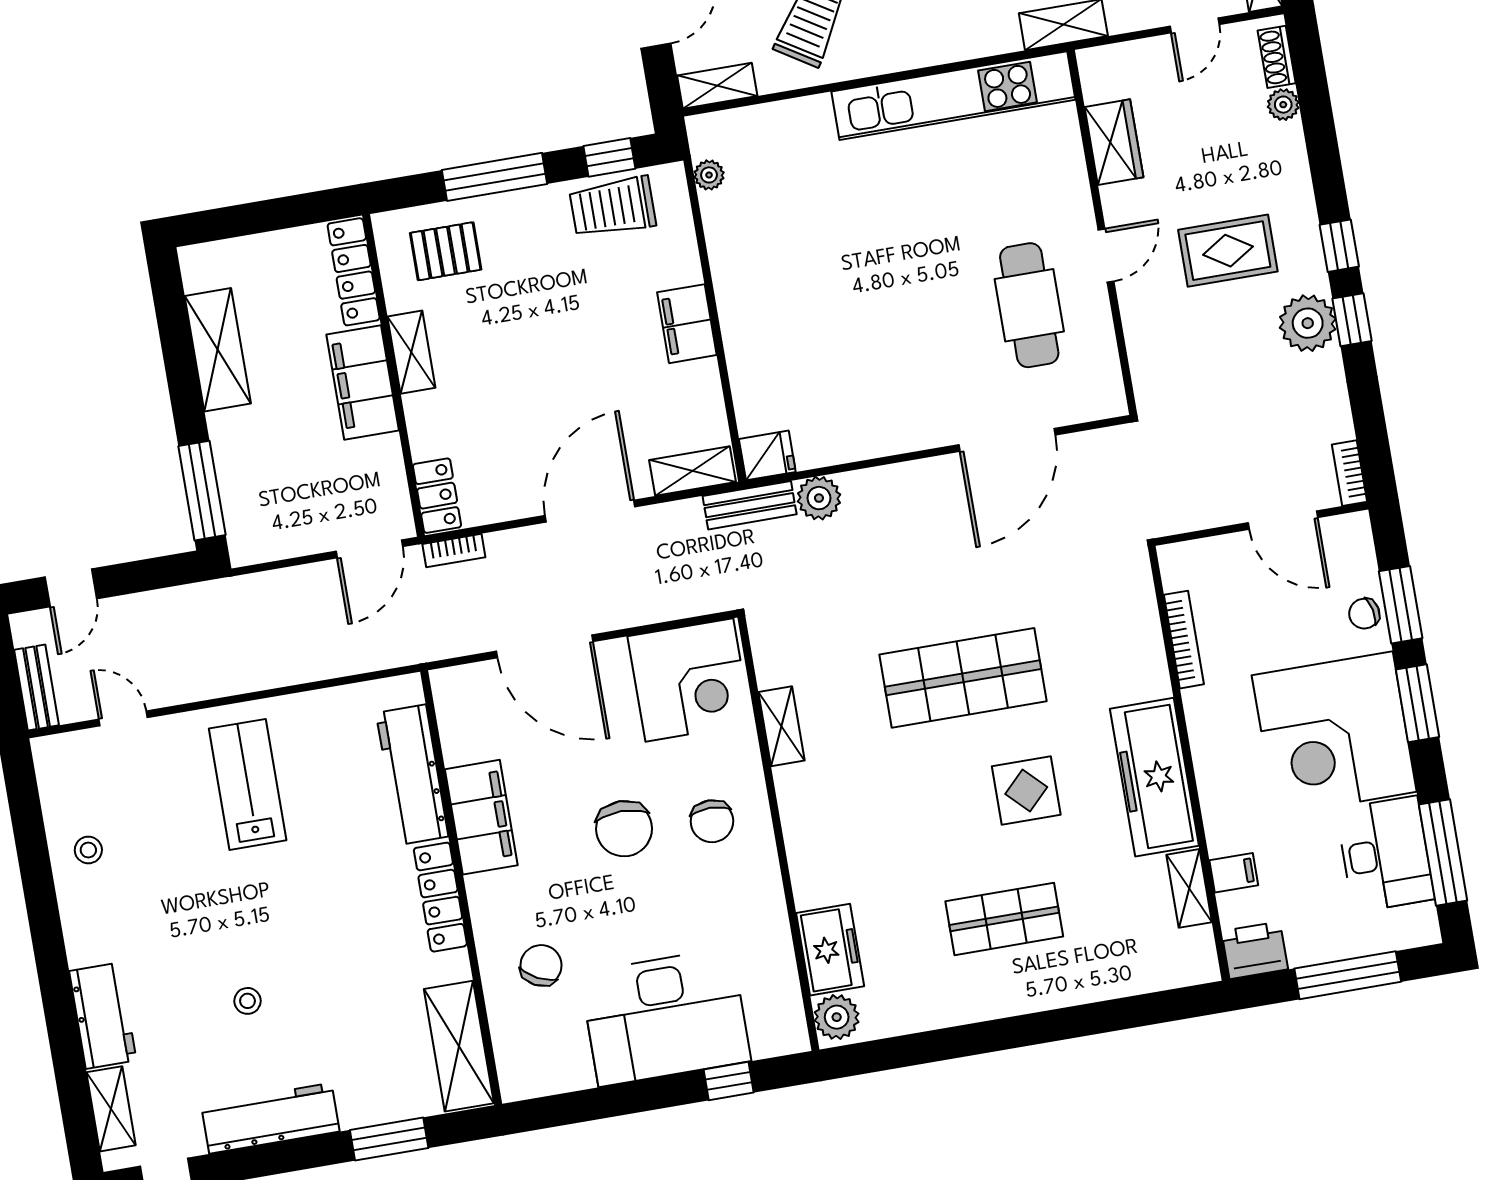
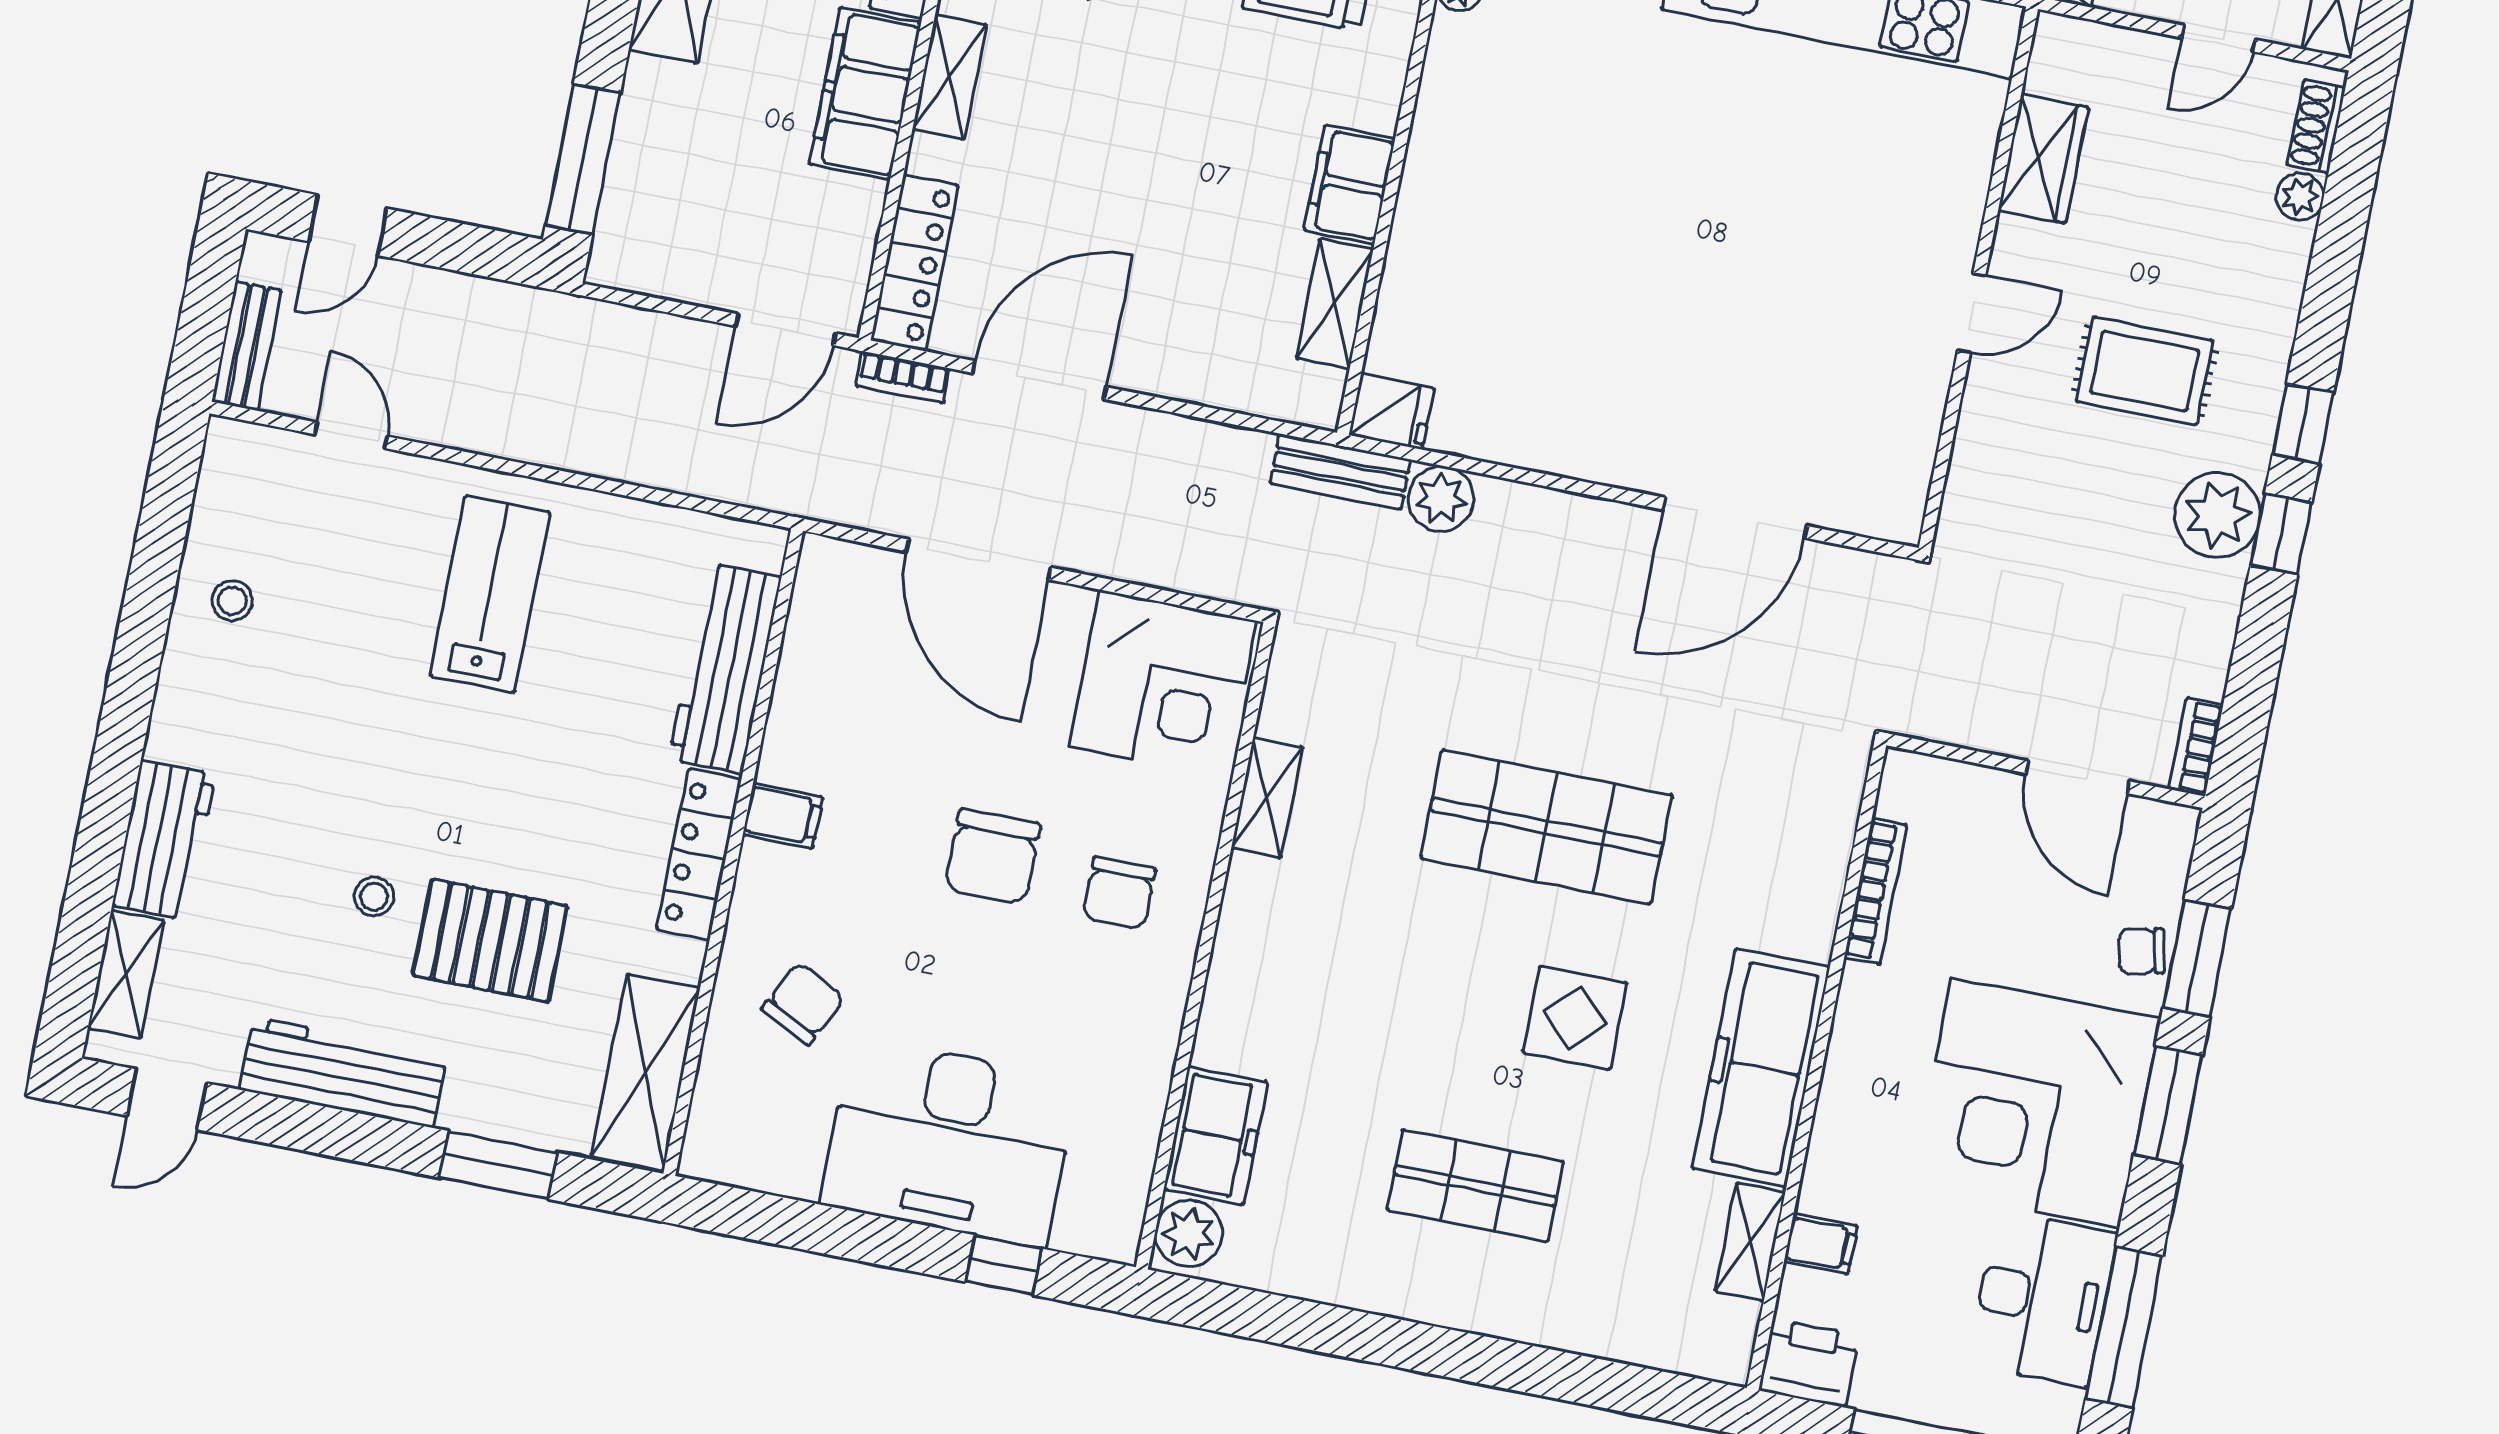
cafe table: (1029, 305) -> (1838, 341), removed
shelving: (692, 471) -> (1335, 304), moved, turned 90
locker: (437, 496) -> (914, 263), width x1.53
door: (590, 511) -> (1039, 380), moved
filing cabinet: (481, 817) -> (783, 816), width x0.33, depth x0.86
pallet: (330, 1001) -> (490, 941), added

